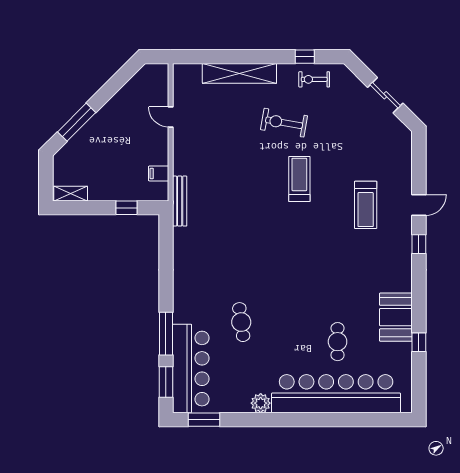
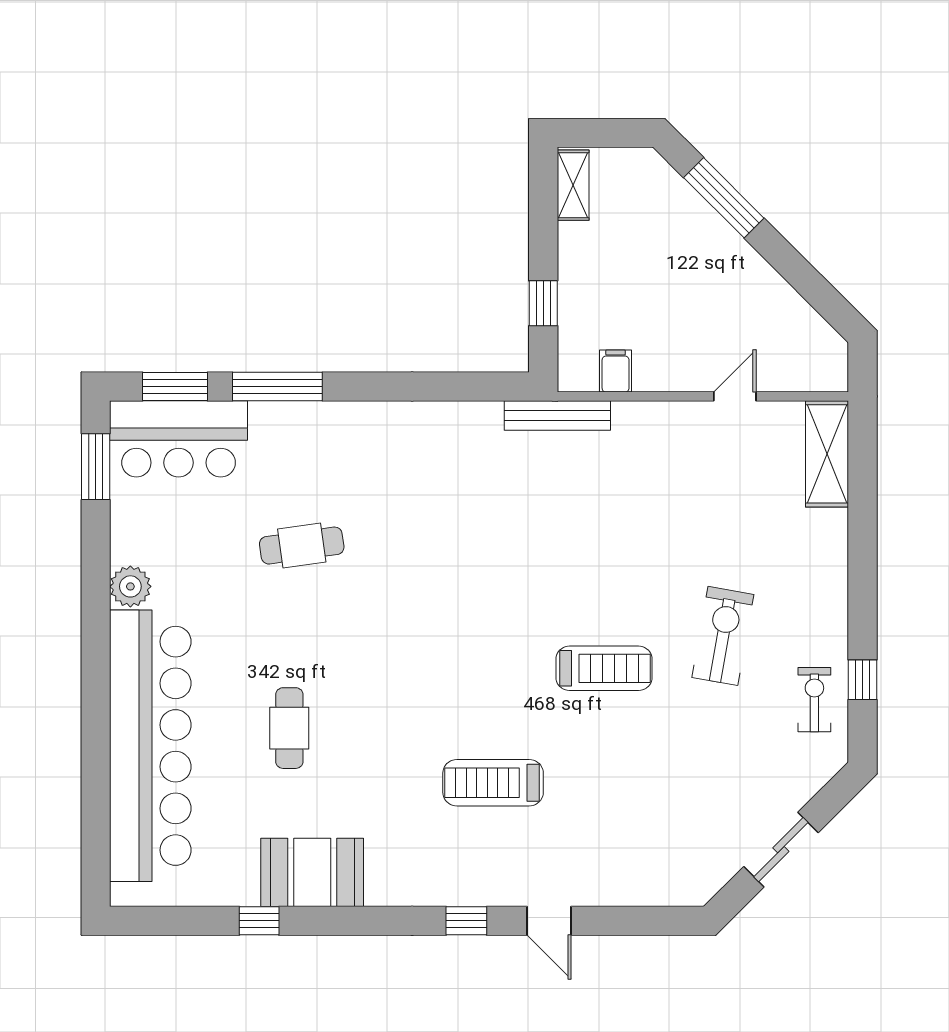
shelving: (239, 73) -> (827, 454), moved, width x0.68
treadmill: (366, 205) -> (493, 783), moved
cafe table: (338, 342) -> (289, 728), moved, turned 90
bar counter: (191, 369) -> (179, 439), width x0.73

